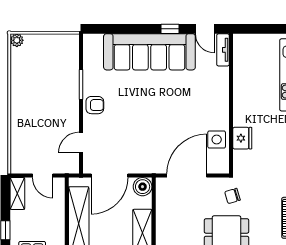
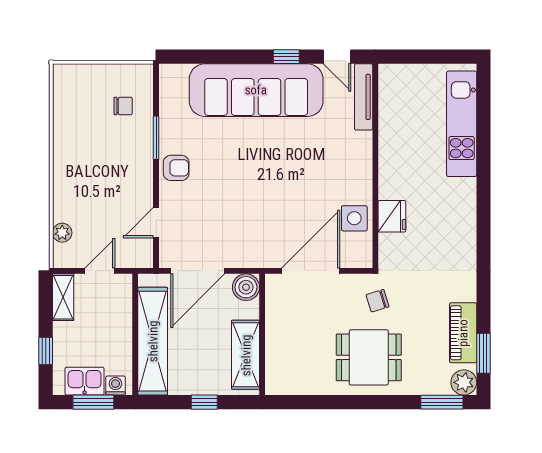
plant: (17, 40) -> (62, 233), moved
tv unit: (223, 50) -> (364, 97), width x1.41
chair: (58, 63) -> (123, 106), added
door: (43, 176) -> (100, 271), swing flipped

